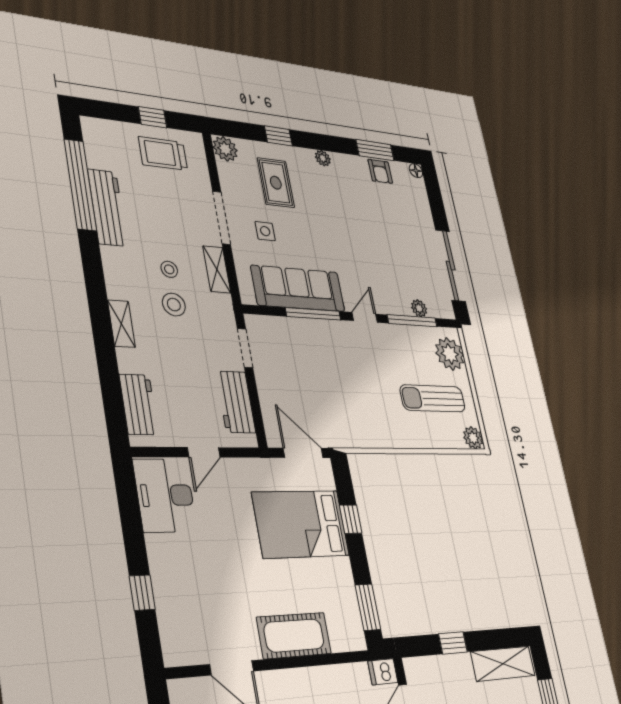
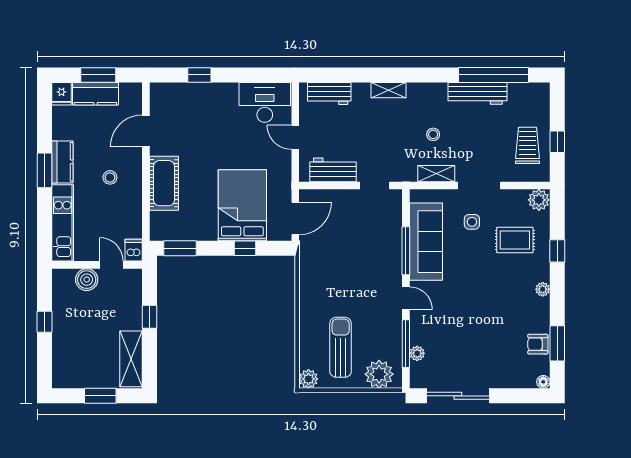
stool: (174, 305) -> (406, 133), removed

